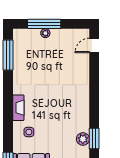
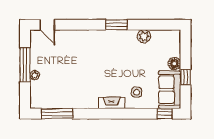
window: (44, 24) -> (25, 65), moved
window: (94, 139) -> (116, 25), moved

